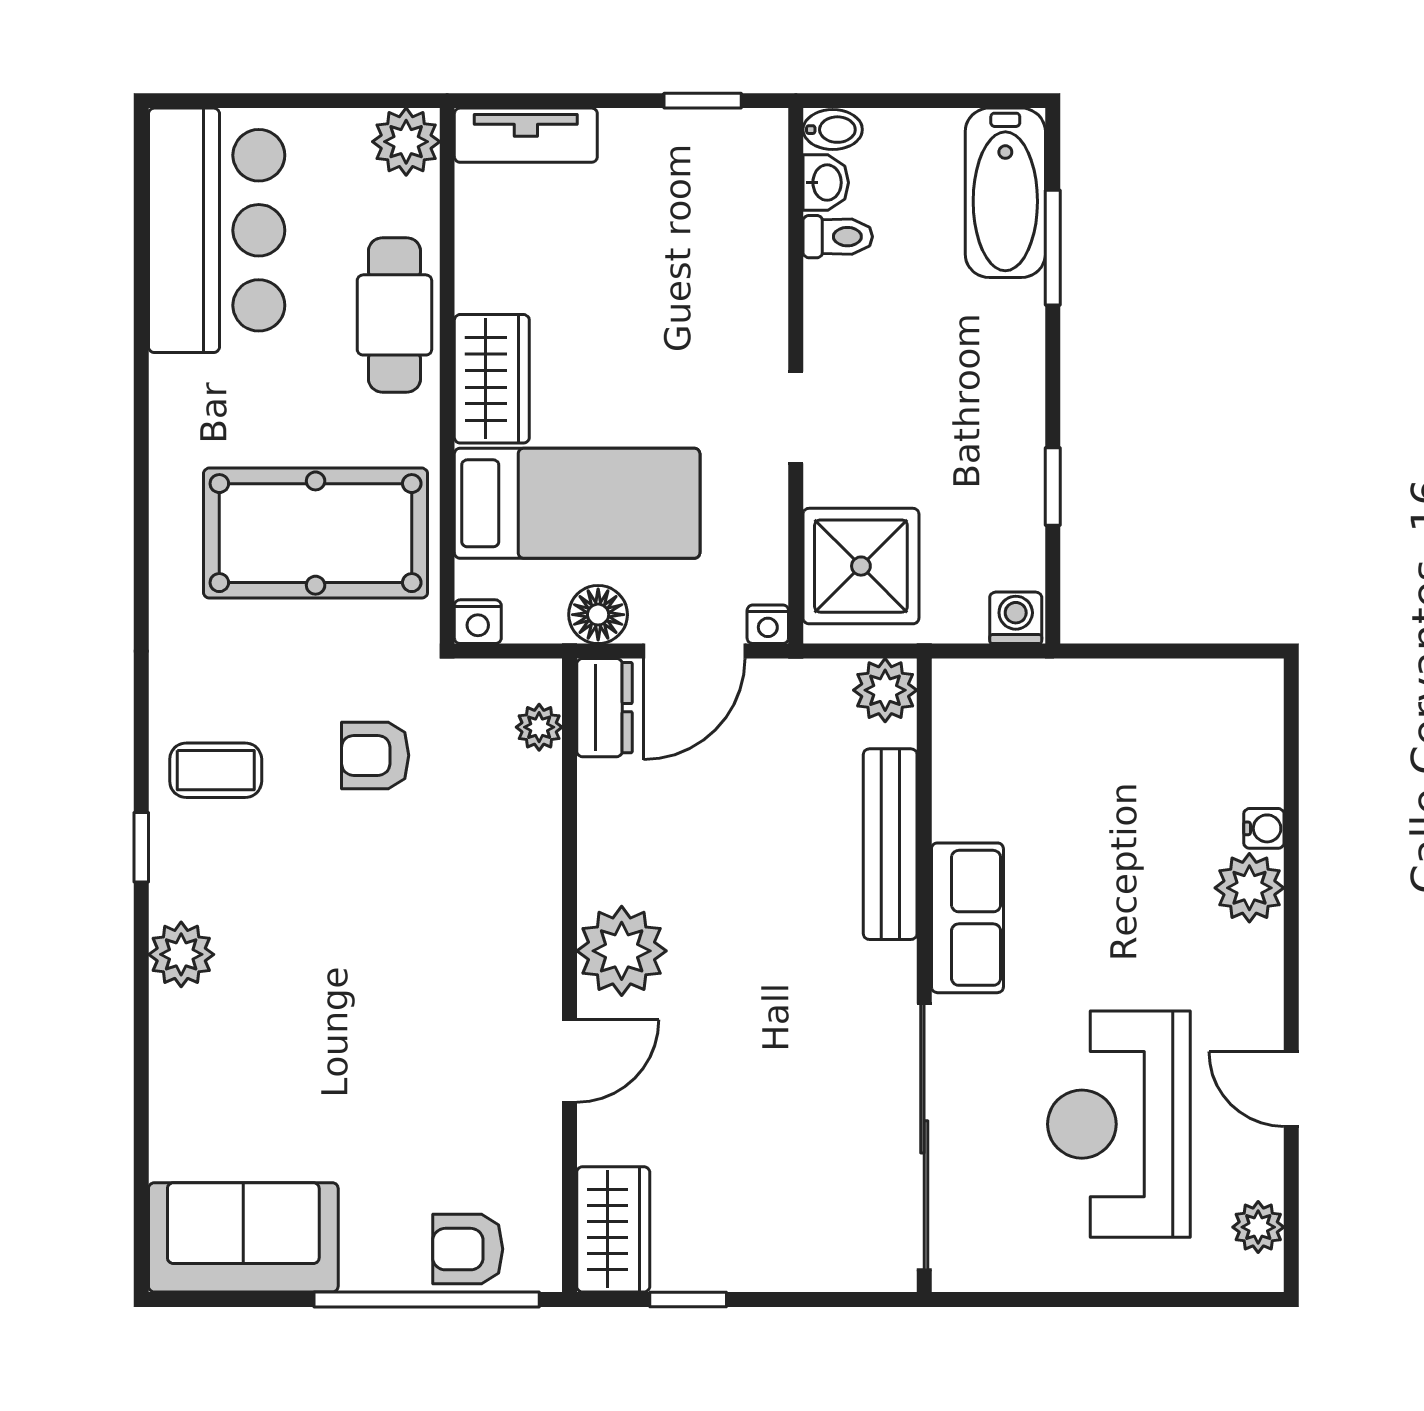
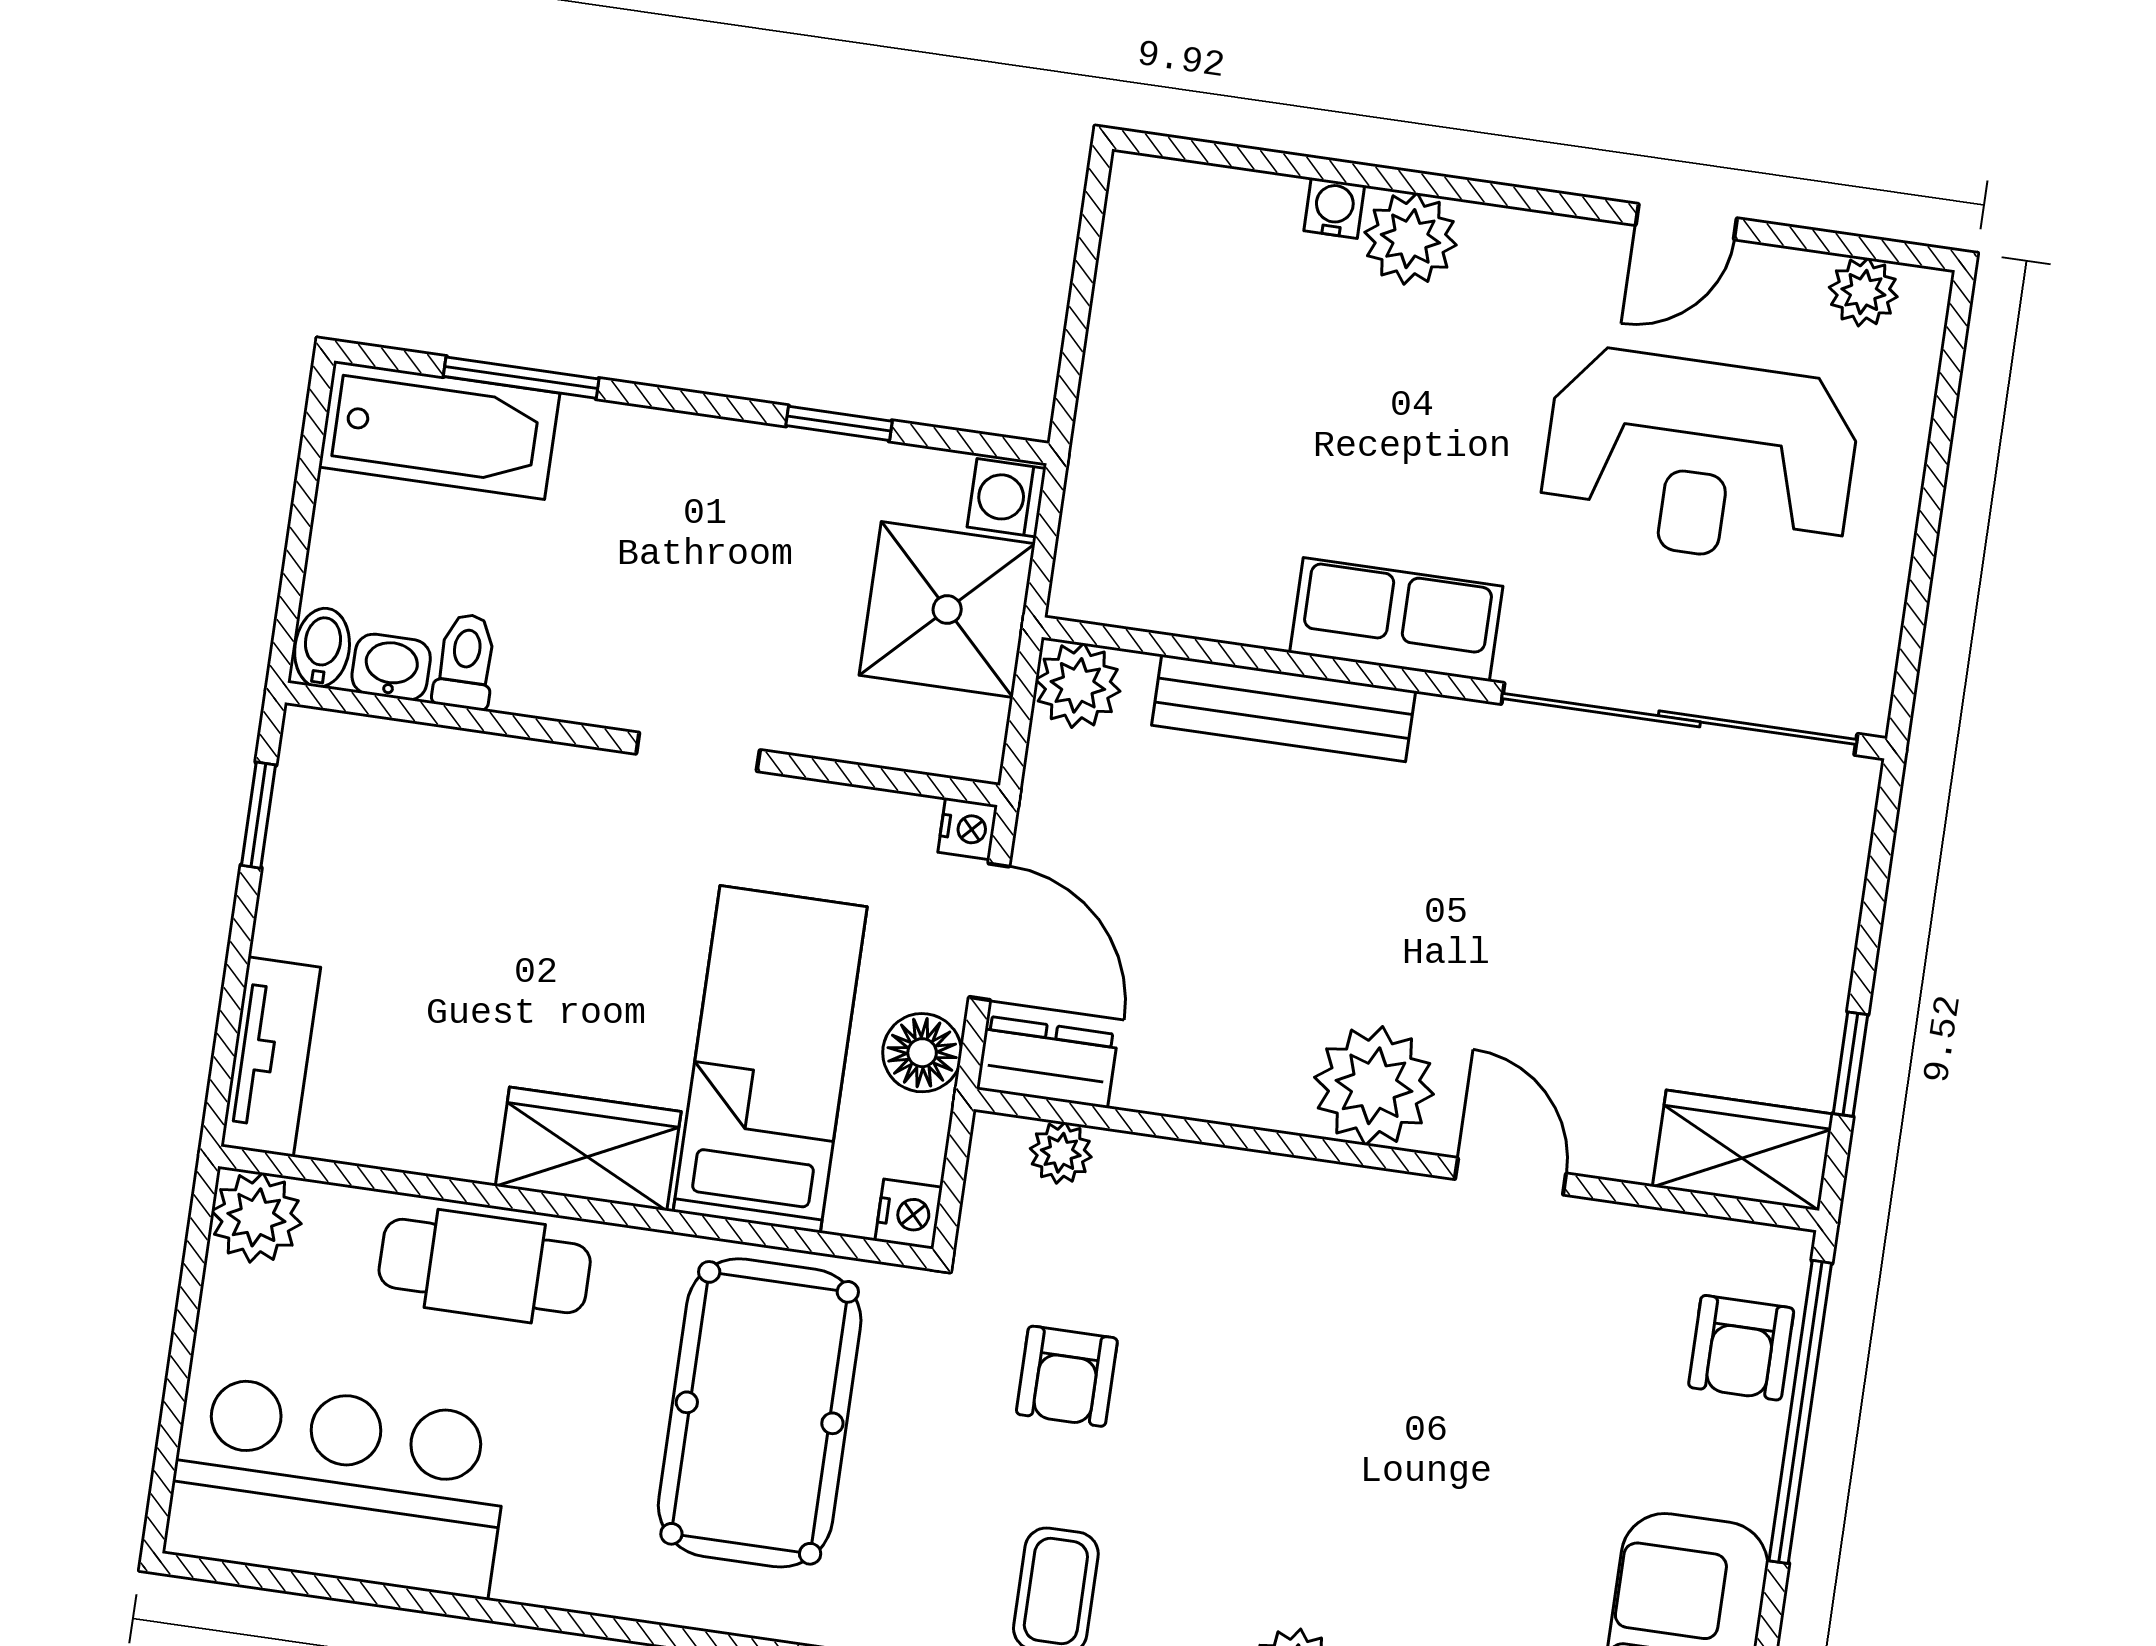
shower: (861, 566) -> (947, 609), moved

